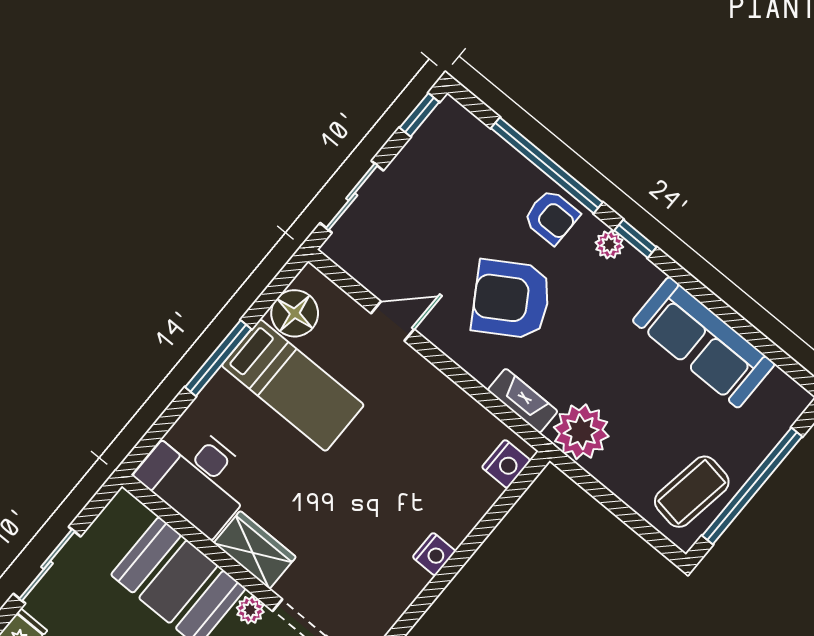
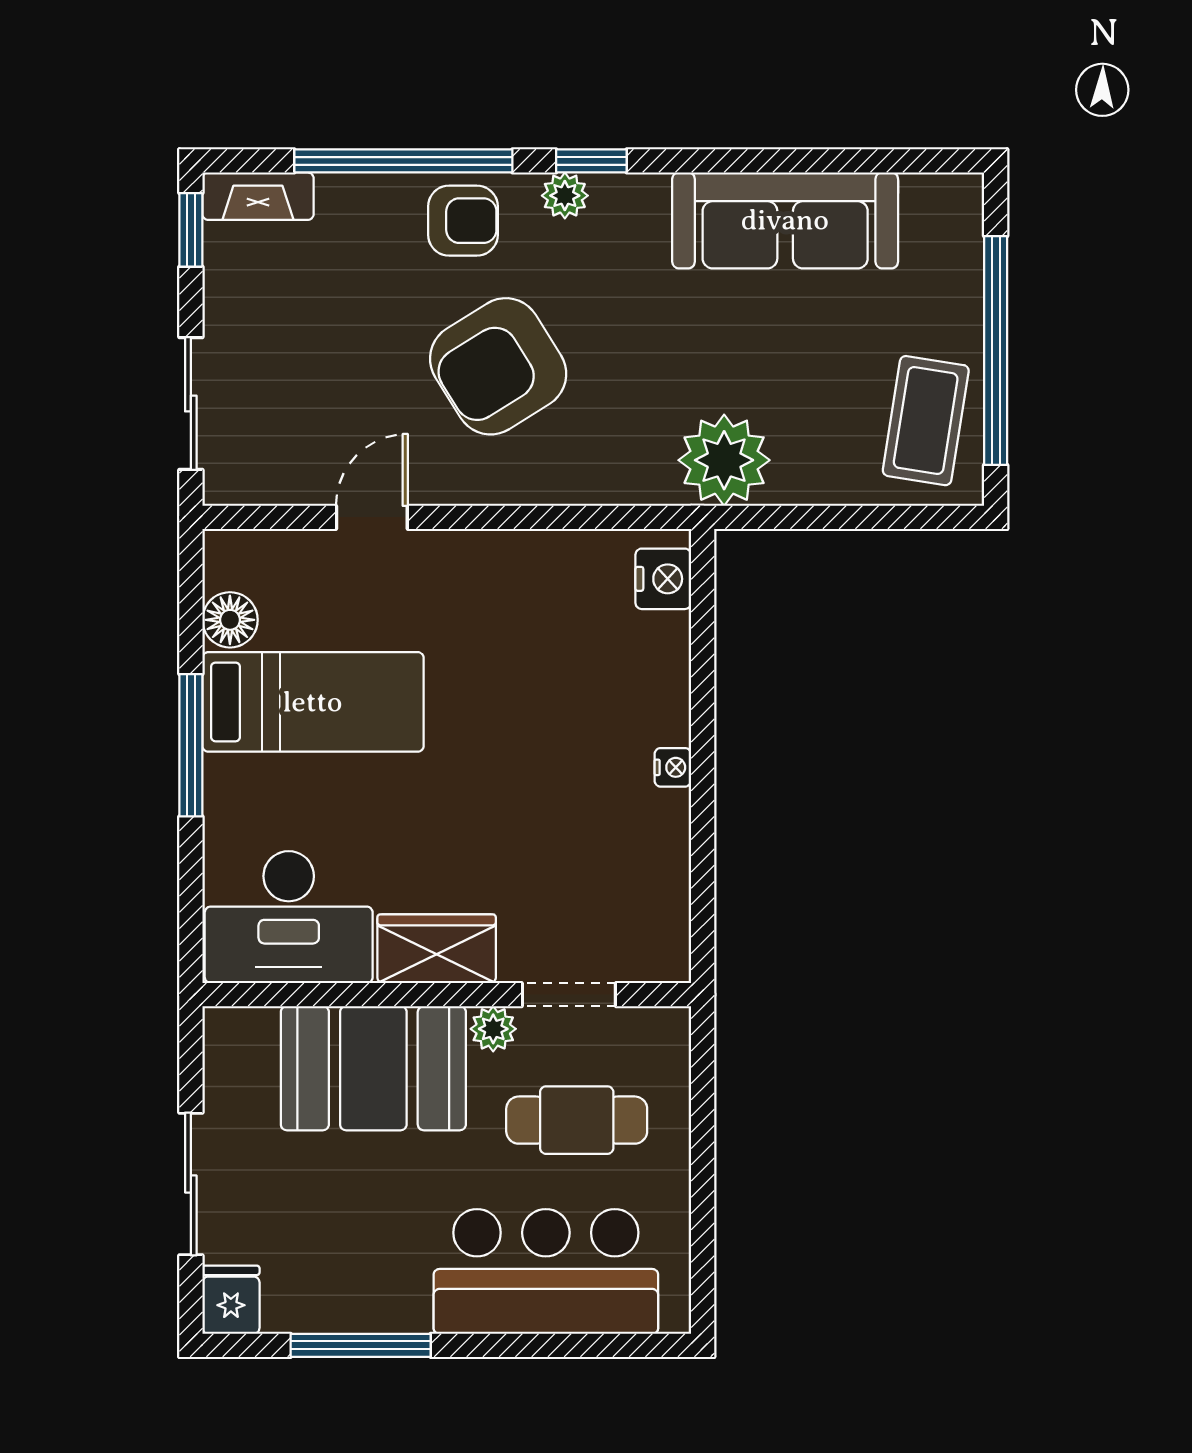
floor lamp: (295, 313) -> (230, 620), width x0.73, depth x0.73
fireplace: (523, 401) -> (258, 196), moved, turned 180
nightstand: (434, 554) -> (673, 767), width x0.72, depth x0.74

